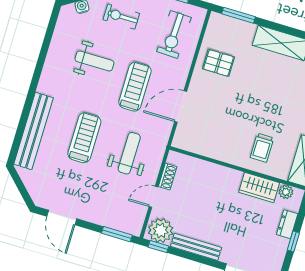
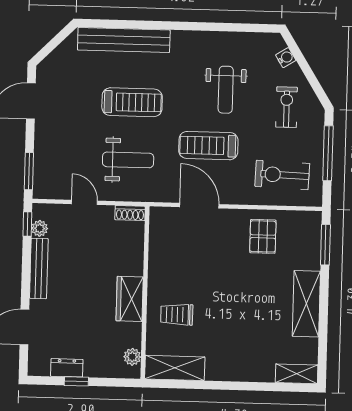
treadmill: (135, 87) -> (208, 146), turned 180
shoe rack: (168, 177) -> (130, 213), moved
wardrobe: (259, 188) -> (130, 299), moved
dresser: (287, 224) -> (67, 368), moved
plant: (161, 230) -> (40, 228), width x0.53, depth x0.53

